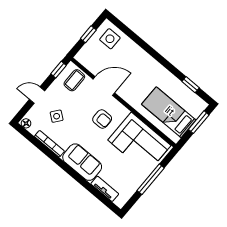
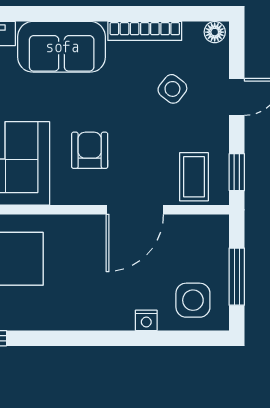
window: (88, 34) -> (237, 277), width x1.50
nightstand: (131, 45) -> (146, 320), added
armchair: (102, 119) -> (90, 150), turned 90

